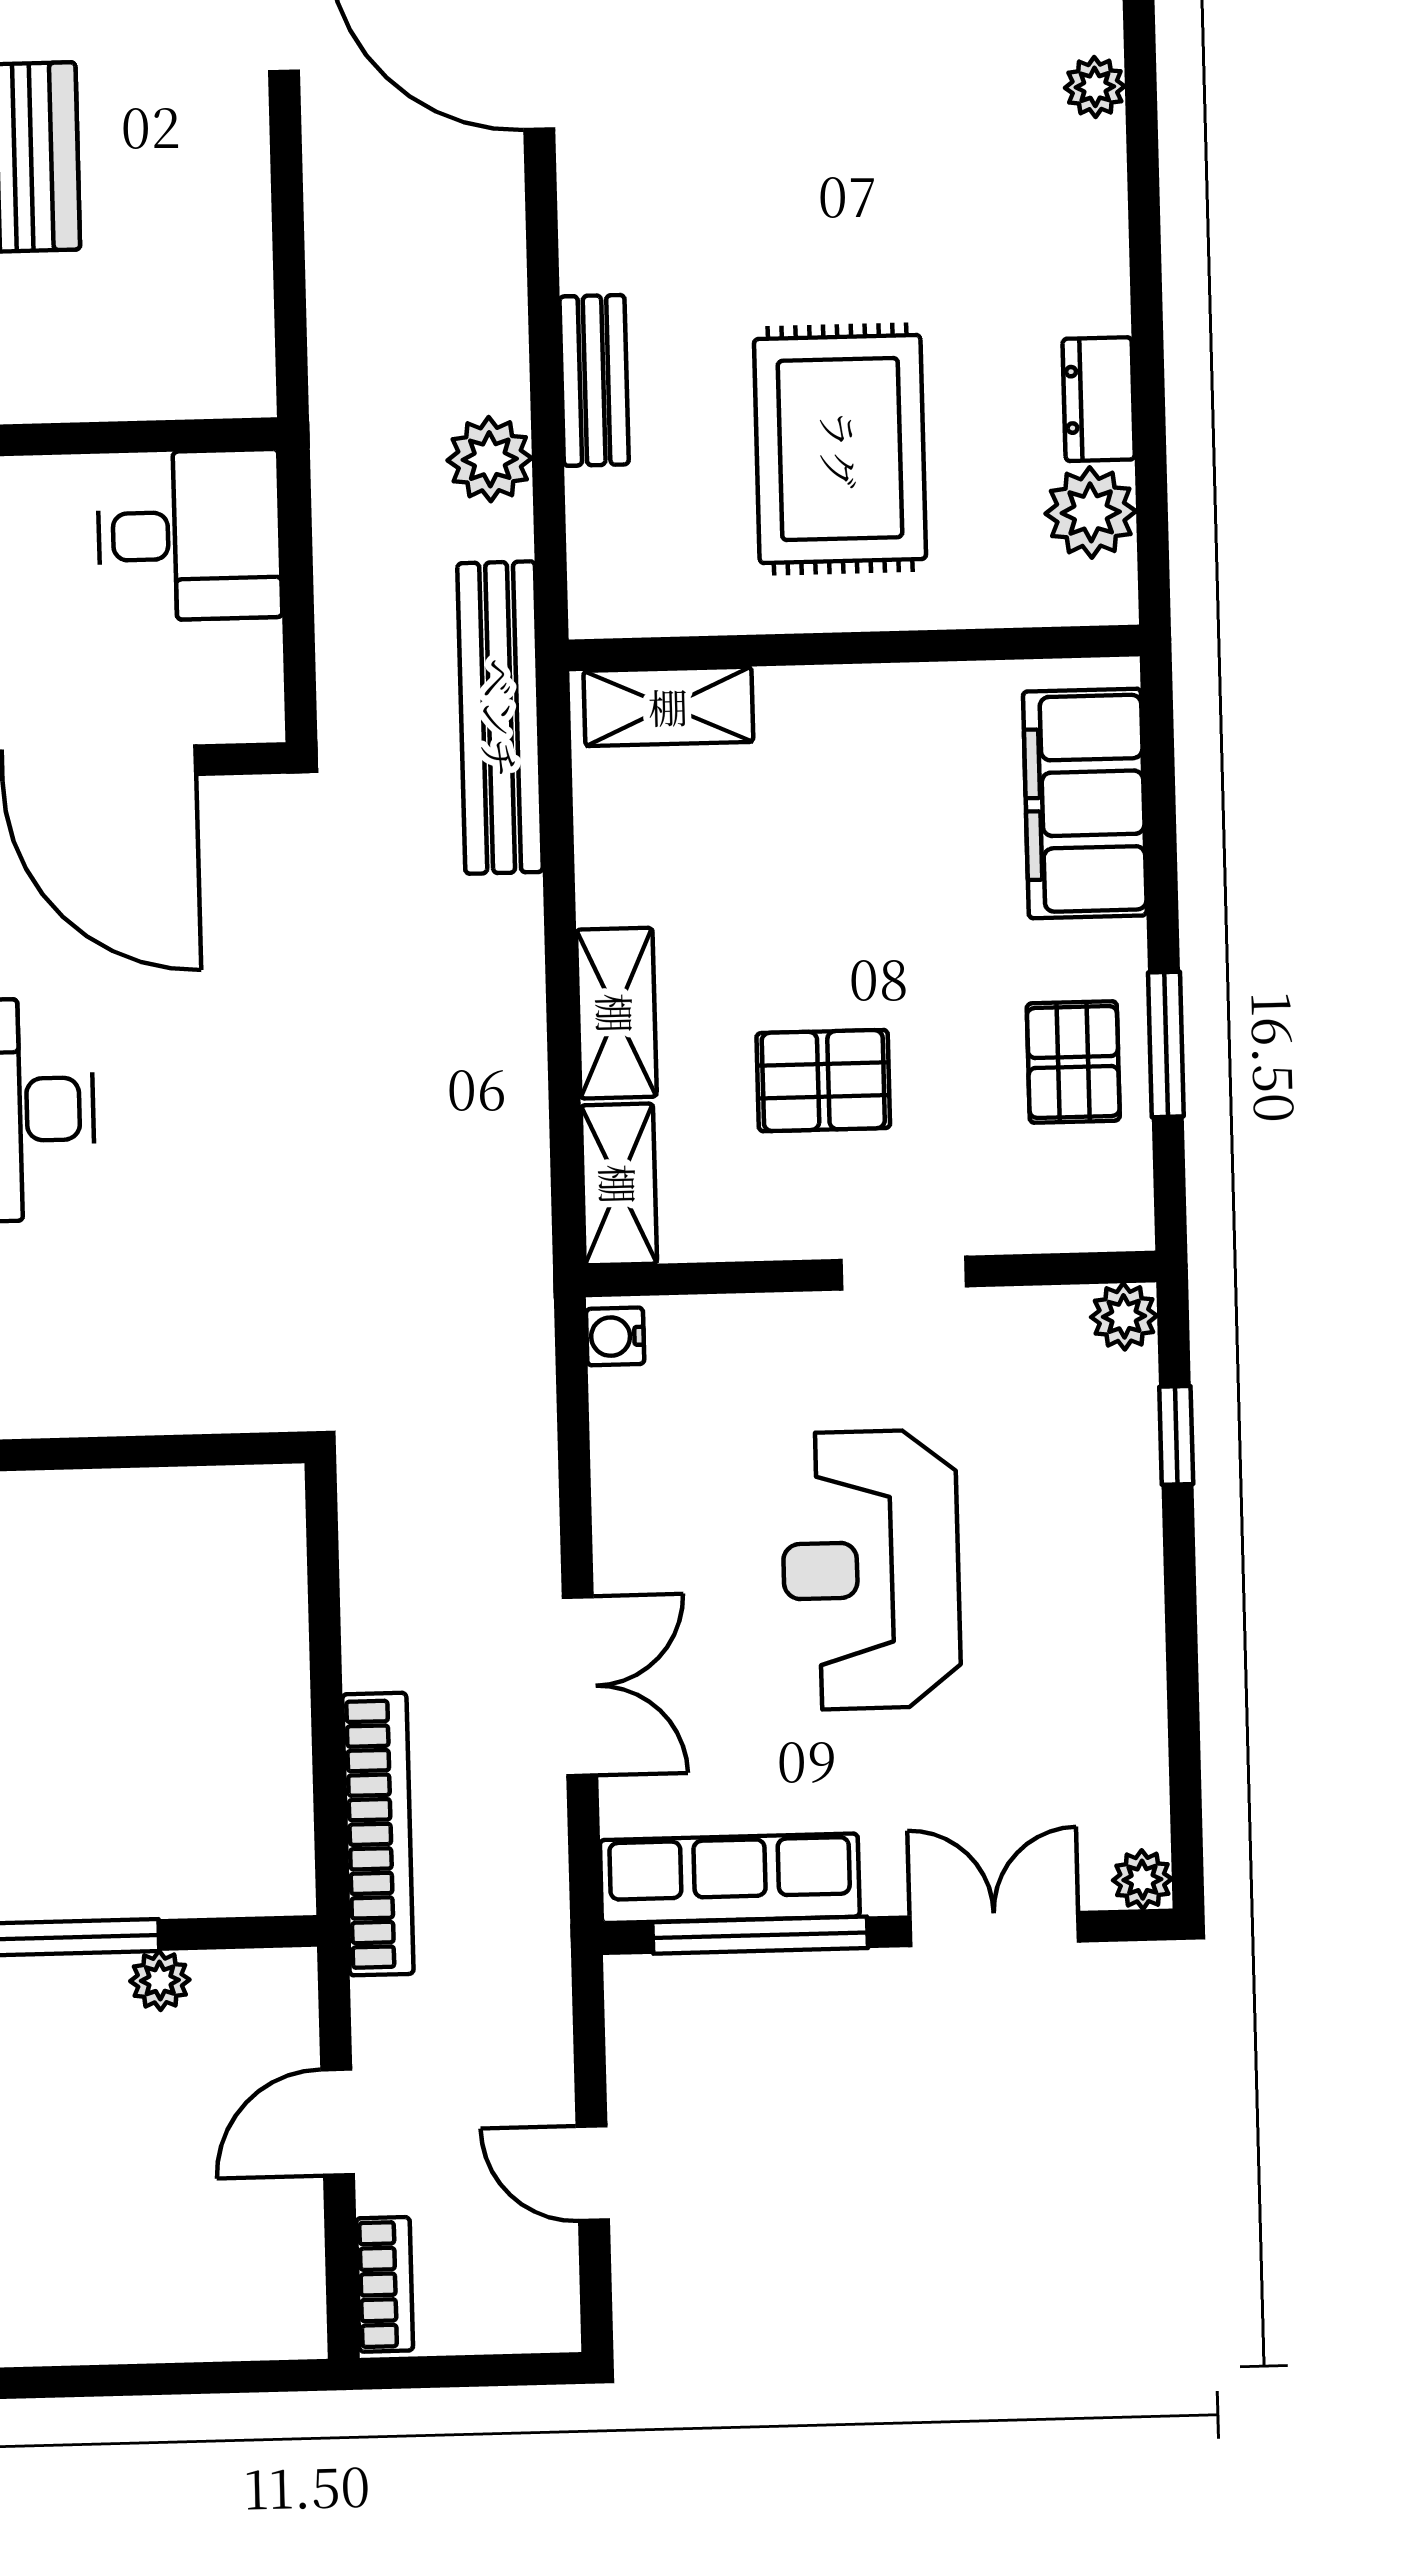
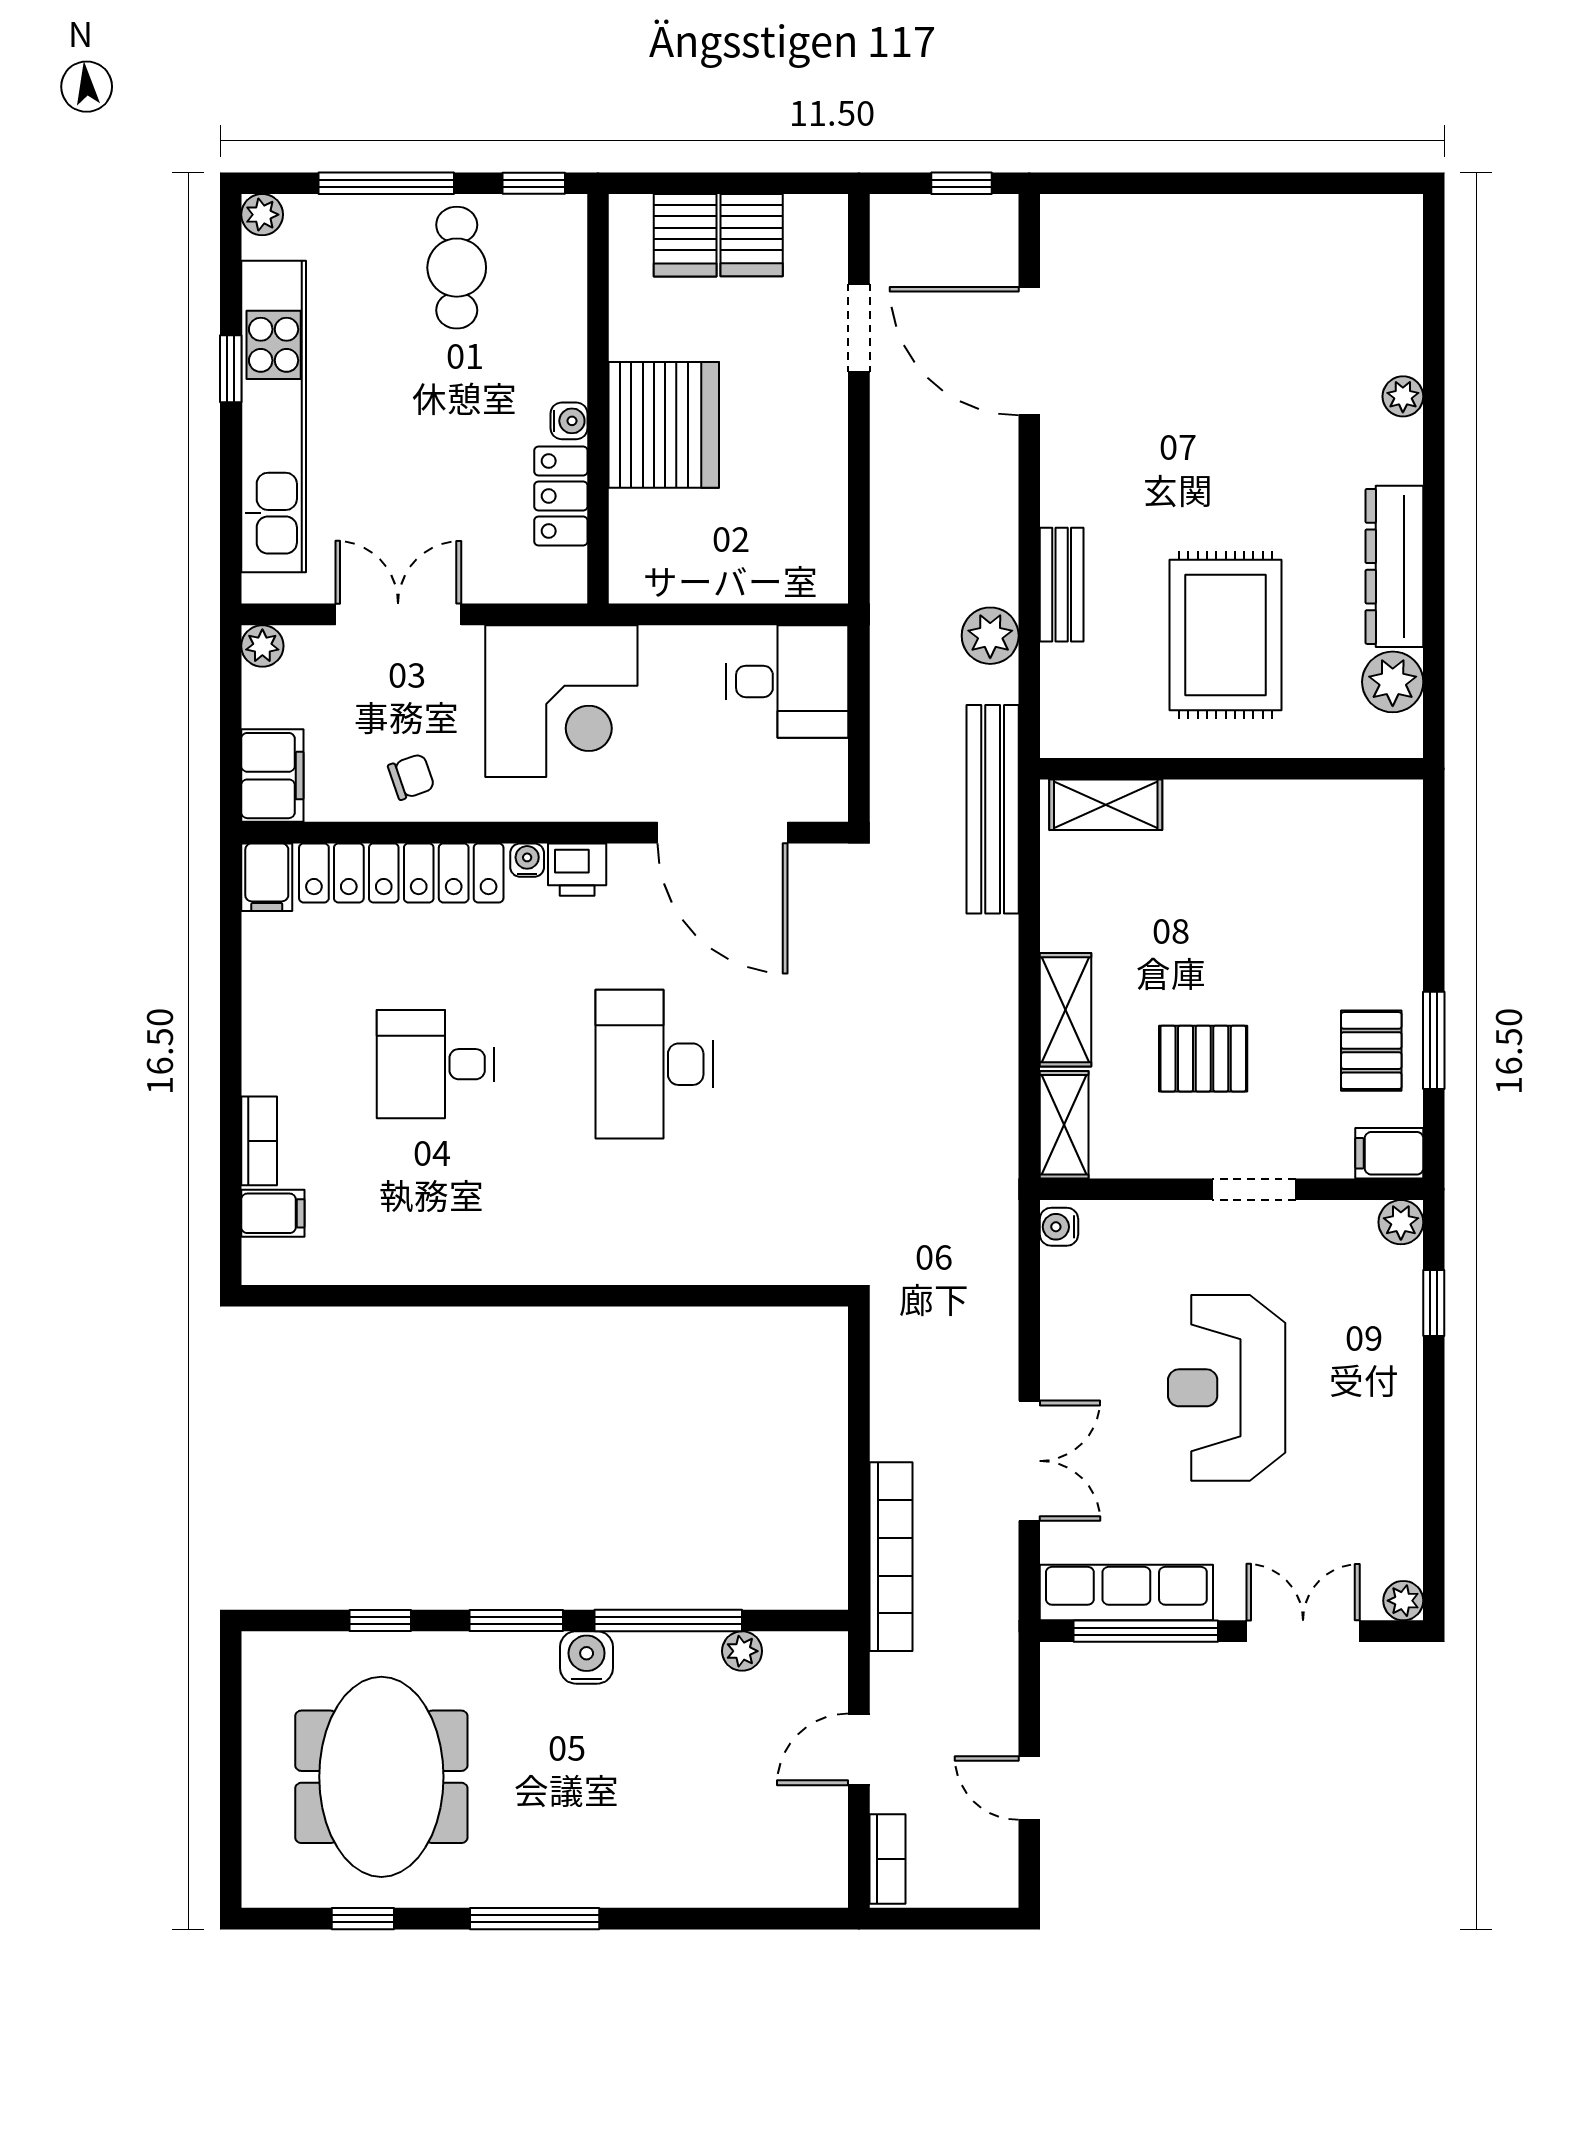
dresser: (1099, 399) -> (1394, 566), width x1.96, depth x1.24
filing cabinet: (1085, 803) -> (1389, 1153), moved, width x0.33, depth x0.86

